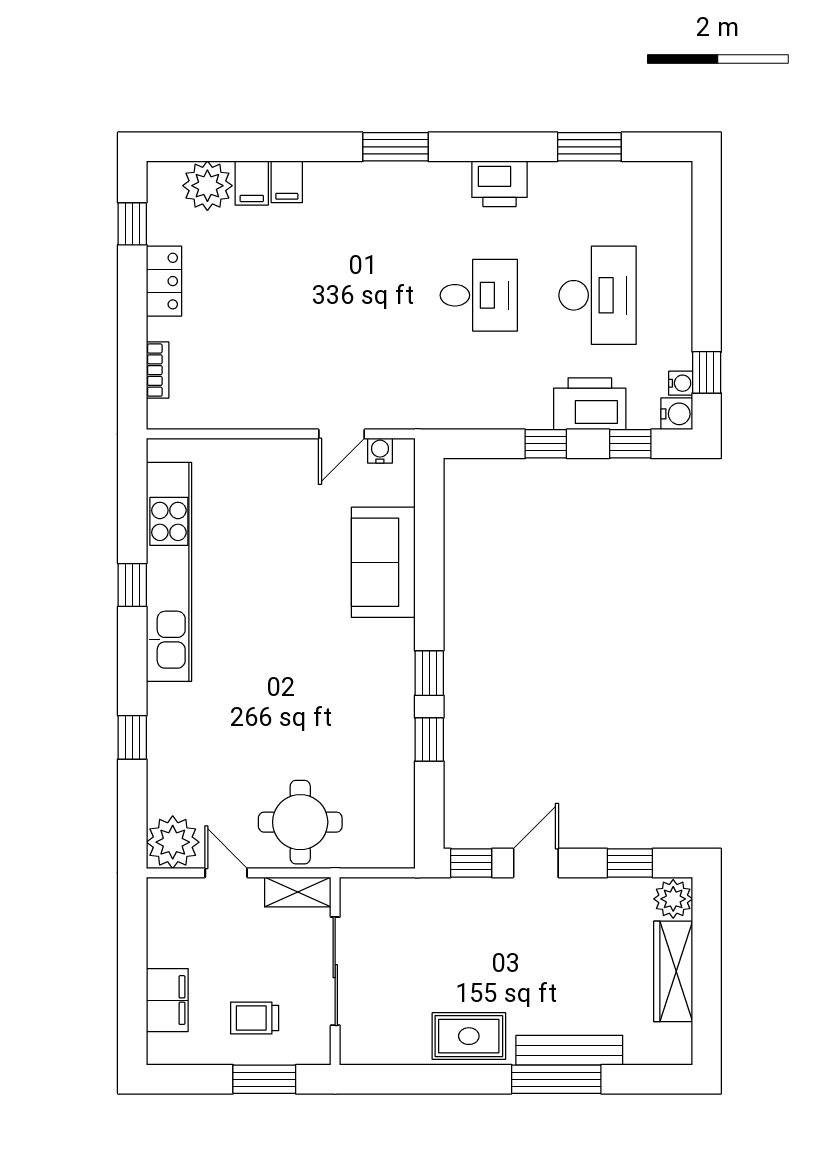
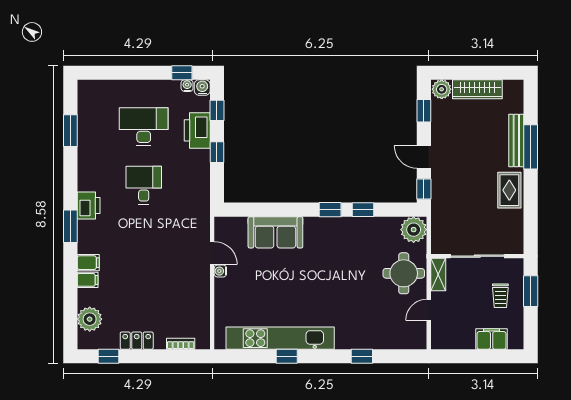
filing cabinet: (252, 183) -> (88, 263), moved
printer: (499, 184) -> (89, 205), moved
water cooler: (380, 451) -> (220, 271), moved
plant: (173, 842) -> (414, 230), moved

